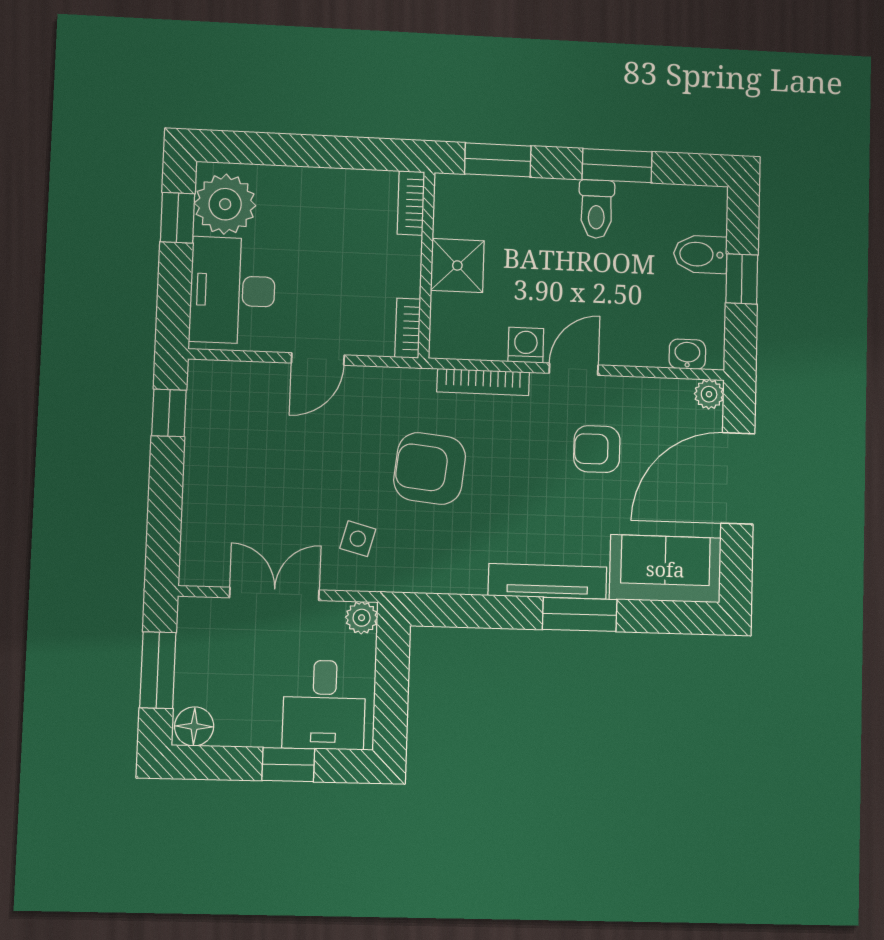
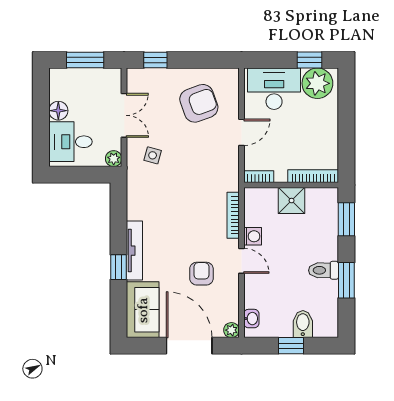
bookcase: (411, 203) -> (313, 176), width x1.56
door: (318, 359) -> (241, 132), swing flipped
window: (169, 413) -> (155, 60), moved
armchair: (430, 468) -> (199, 103), moved, turned 64
window: (580, 614) -> (118, 267), width x0.67
floor lamp: (194, 726) -> (58, 111), moved
window: (288, 765) -> (41, 125), removed

